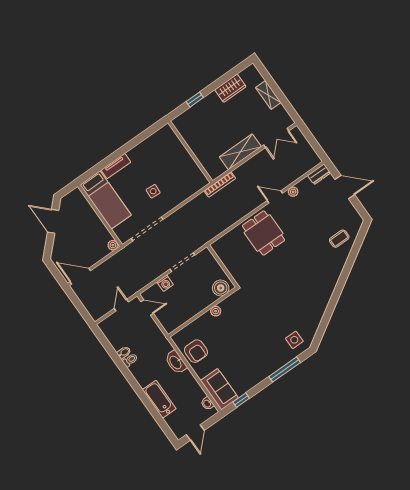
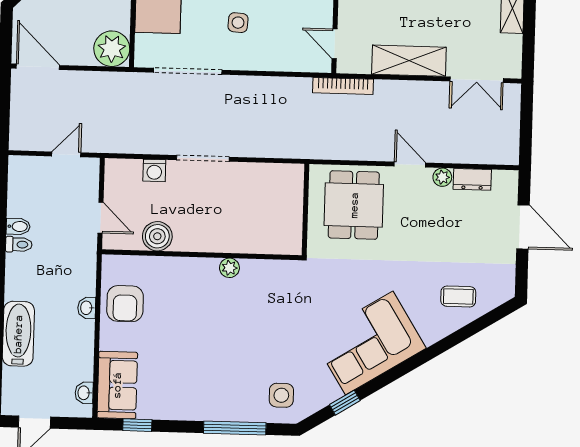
door: (202, 169) -> (335, 44), added
dresser: (319, 174) -> (472, 179), moved
plant: (113, 245) -> (112, 49), width x1.88, depth x1.88
wall: (222, 266) -> (306, 210), moved
boiler: (221, 288) -> (157, 236), moved
corner sofa: (316, 288) -> (369, 343), added
door: (147, 307) -> (100, 218), moved
plant: (216, 311) -> (229, 268), moved
window: (324, 322) -> (345, 403), added
washbasin: (176, 362) -> (87, 308), width x0.52, depth x0.69

